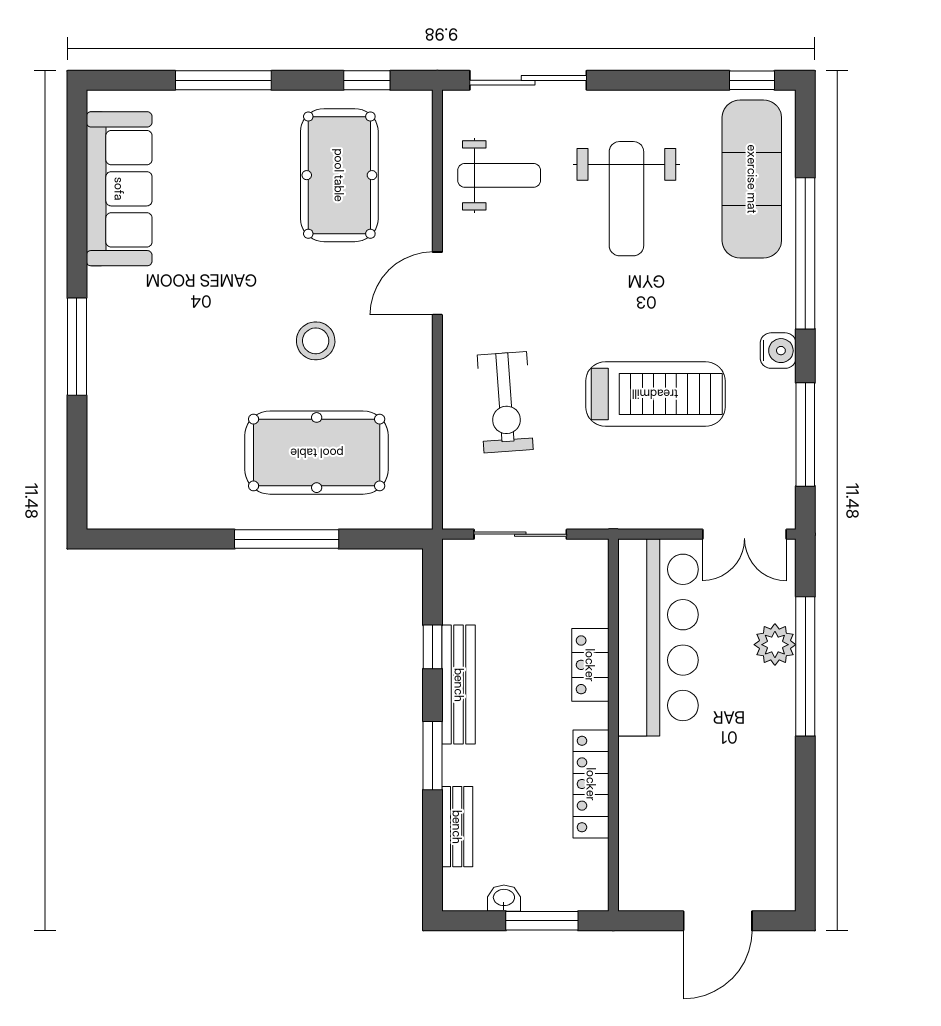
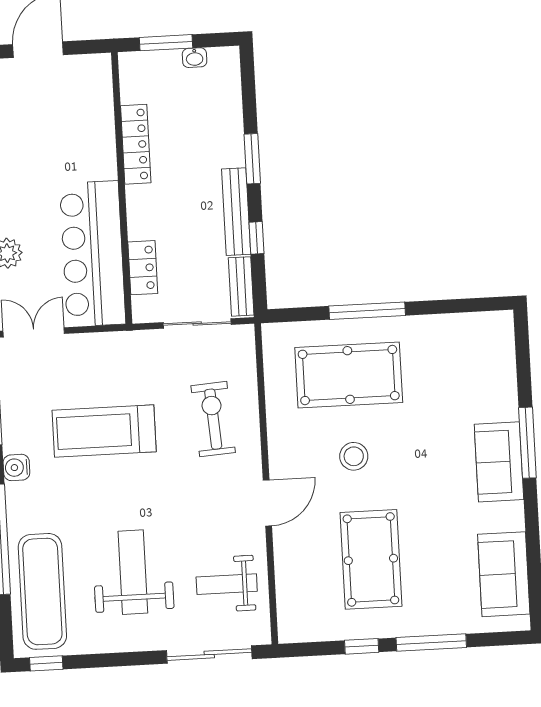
window: (367, 80) -> (362, 646), moved
pool table: (339, 175) -> (371, 559), moved
sofa: (119, 189) -> (504, 574), width x0.73
sofa: (117, 322) -> (499, 462), added
locker: (590, 665) -> (143, 268), moved
bench: (457, 827) -> (241, 286), moved

